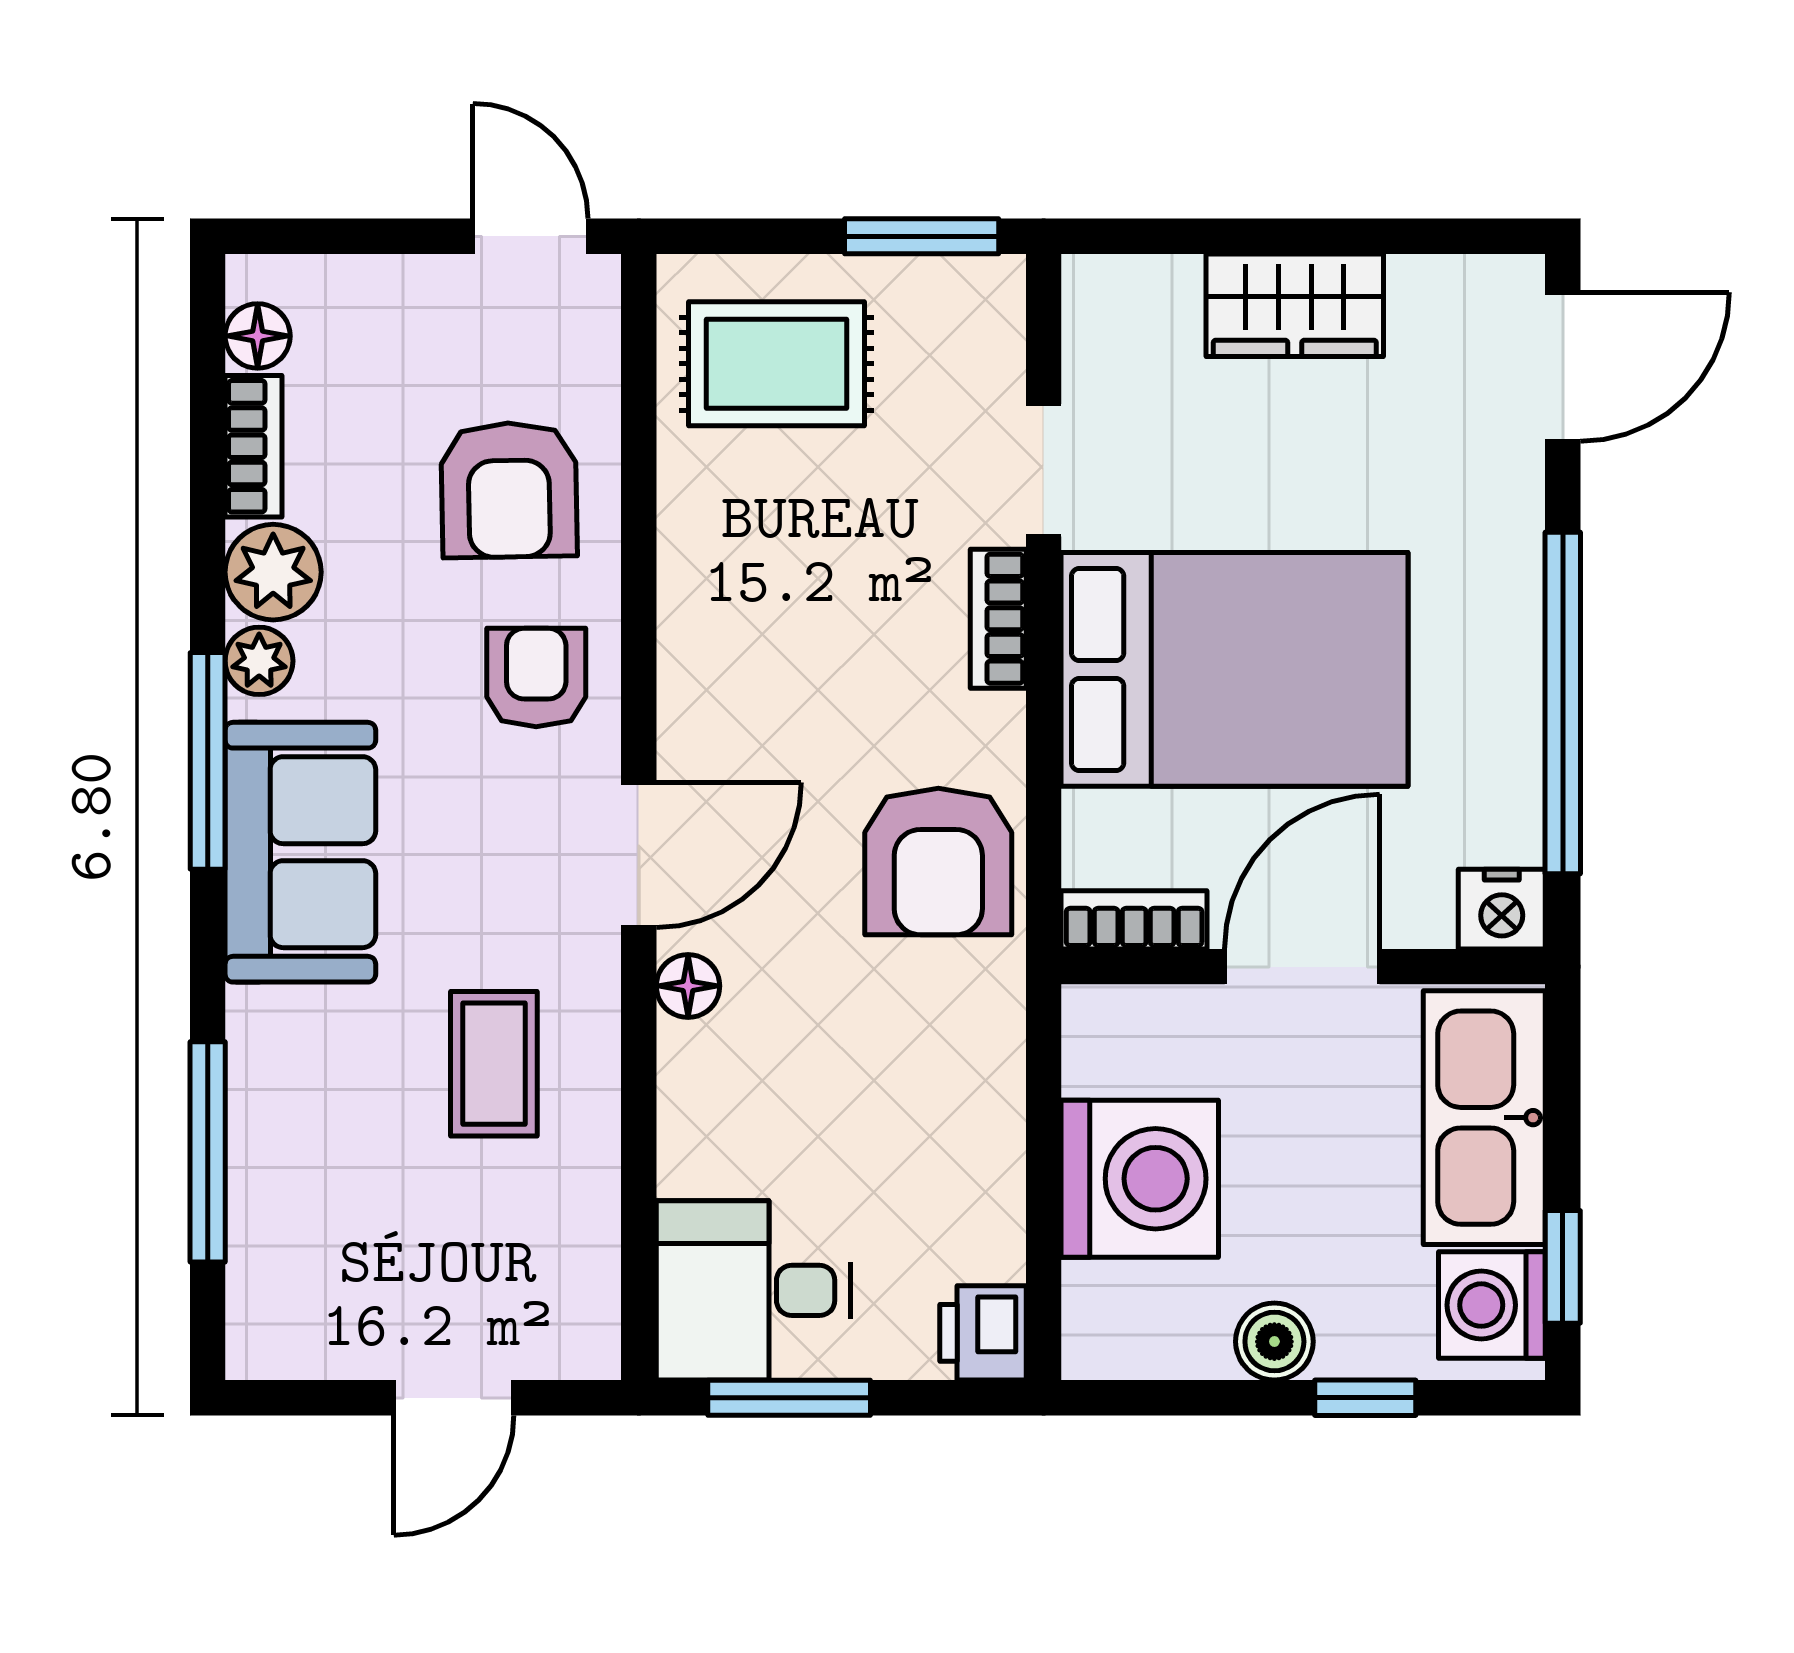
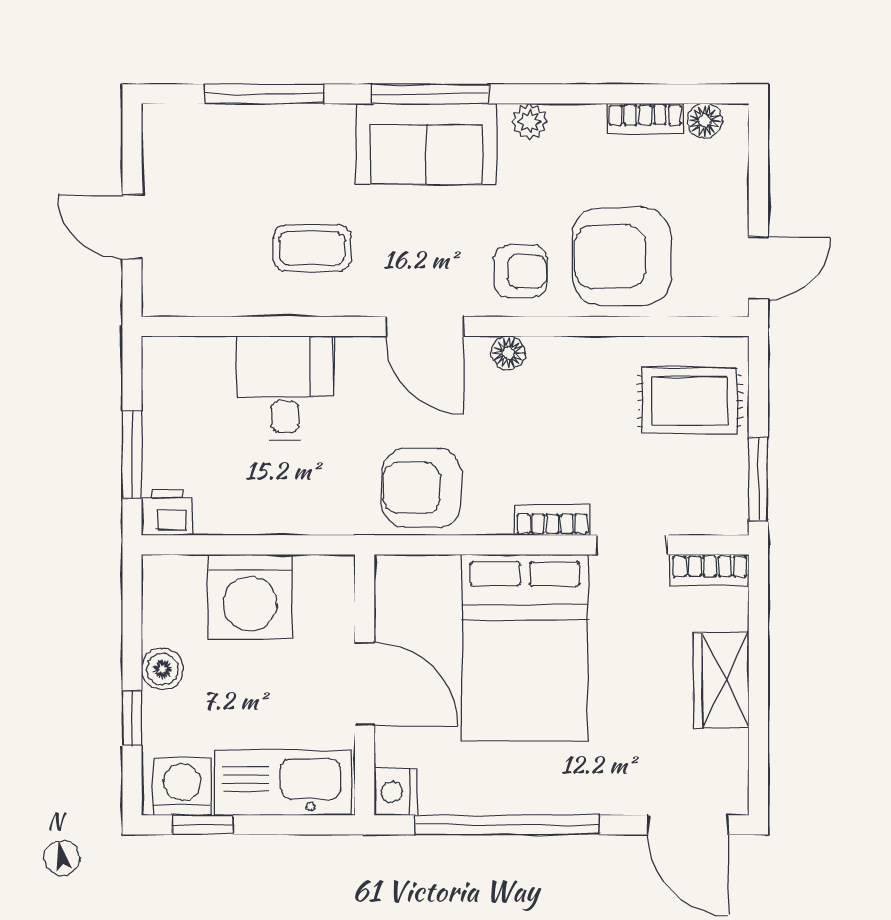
rug: (776, 364) -> (690, 401), turned 90
armchair: (509, 490) -> (622, 256), width x1.36, depth x1.36
plant: (273, 572) -> (577, 129), removed
window: (208, 761) -> (430, 94), moved
bookcase: (1134, 920) -> (710, 570), moved, turned 90
floor lamp: (688, 986) -> (508, 353), moved
desk: (753, 1290) -> (285, 388), moved
window: (789, 1398) -> (132, 455), moved

